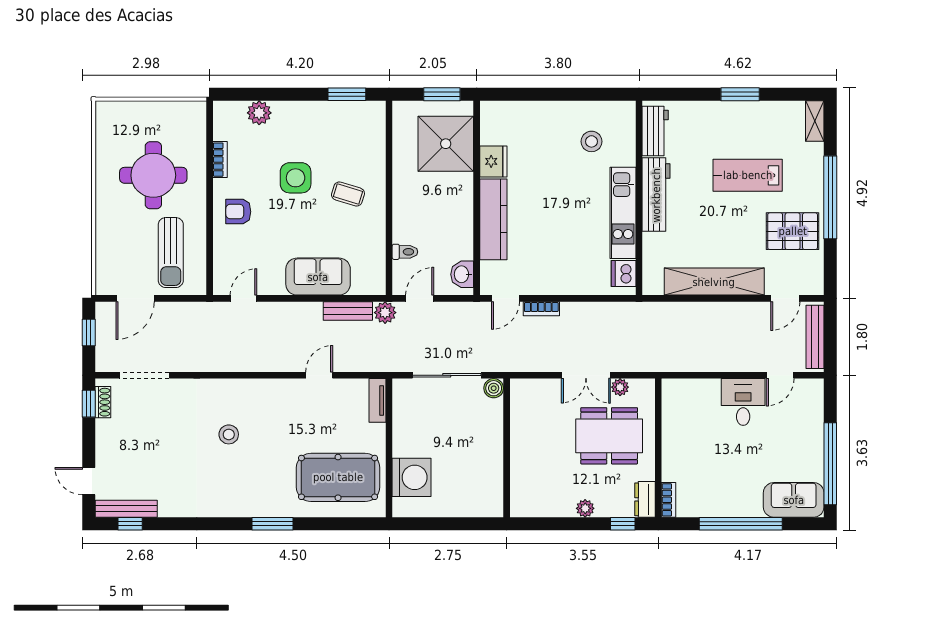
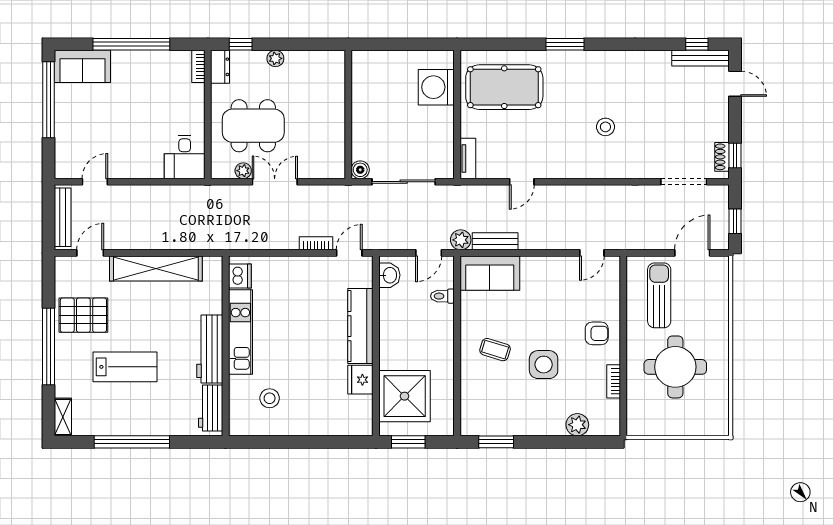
window: (740, 94) -> (132, 442), width x2.11
sofa: (318, 277) -> (490, 273), moved
desk: (743, 402) -> (185, 157), moved

